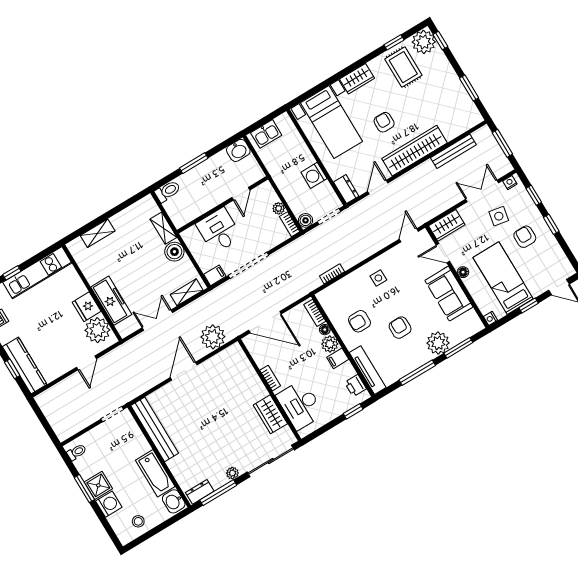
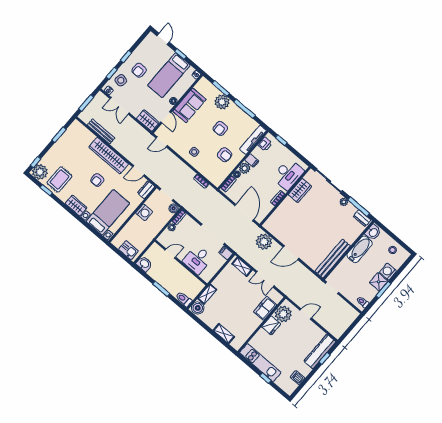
side table: (499, 216) -> (121, 80), moved
boiler: (174, 252) -> (198, 308), moved
freezer: (111, 301) -> (265, 308), width x0.71

